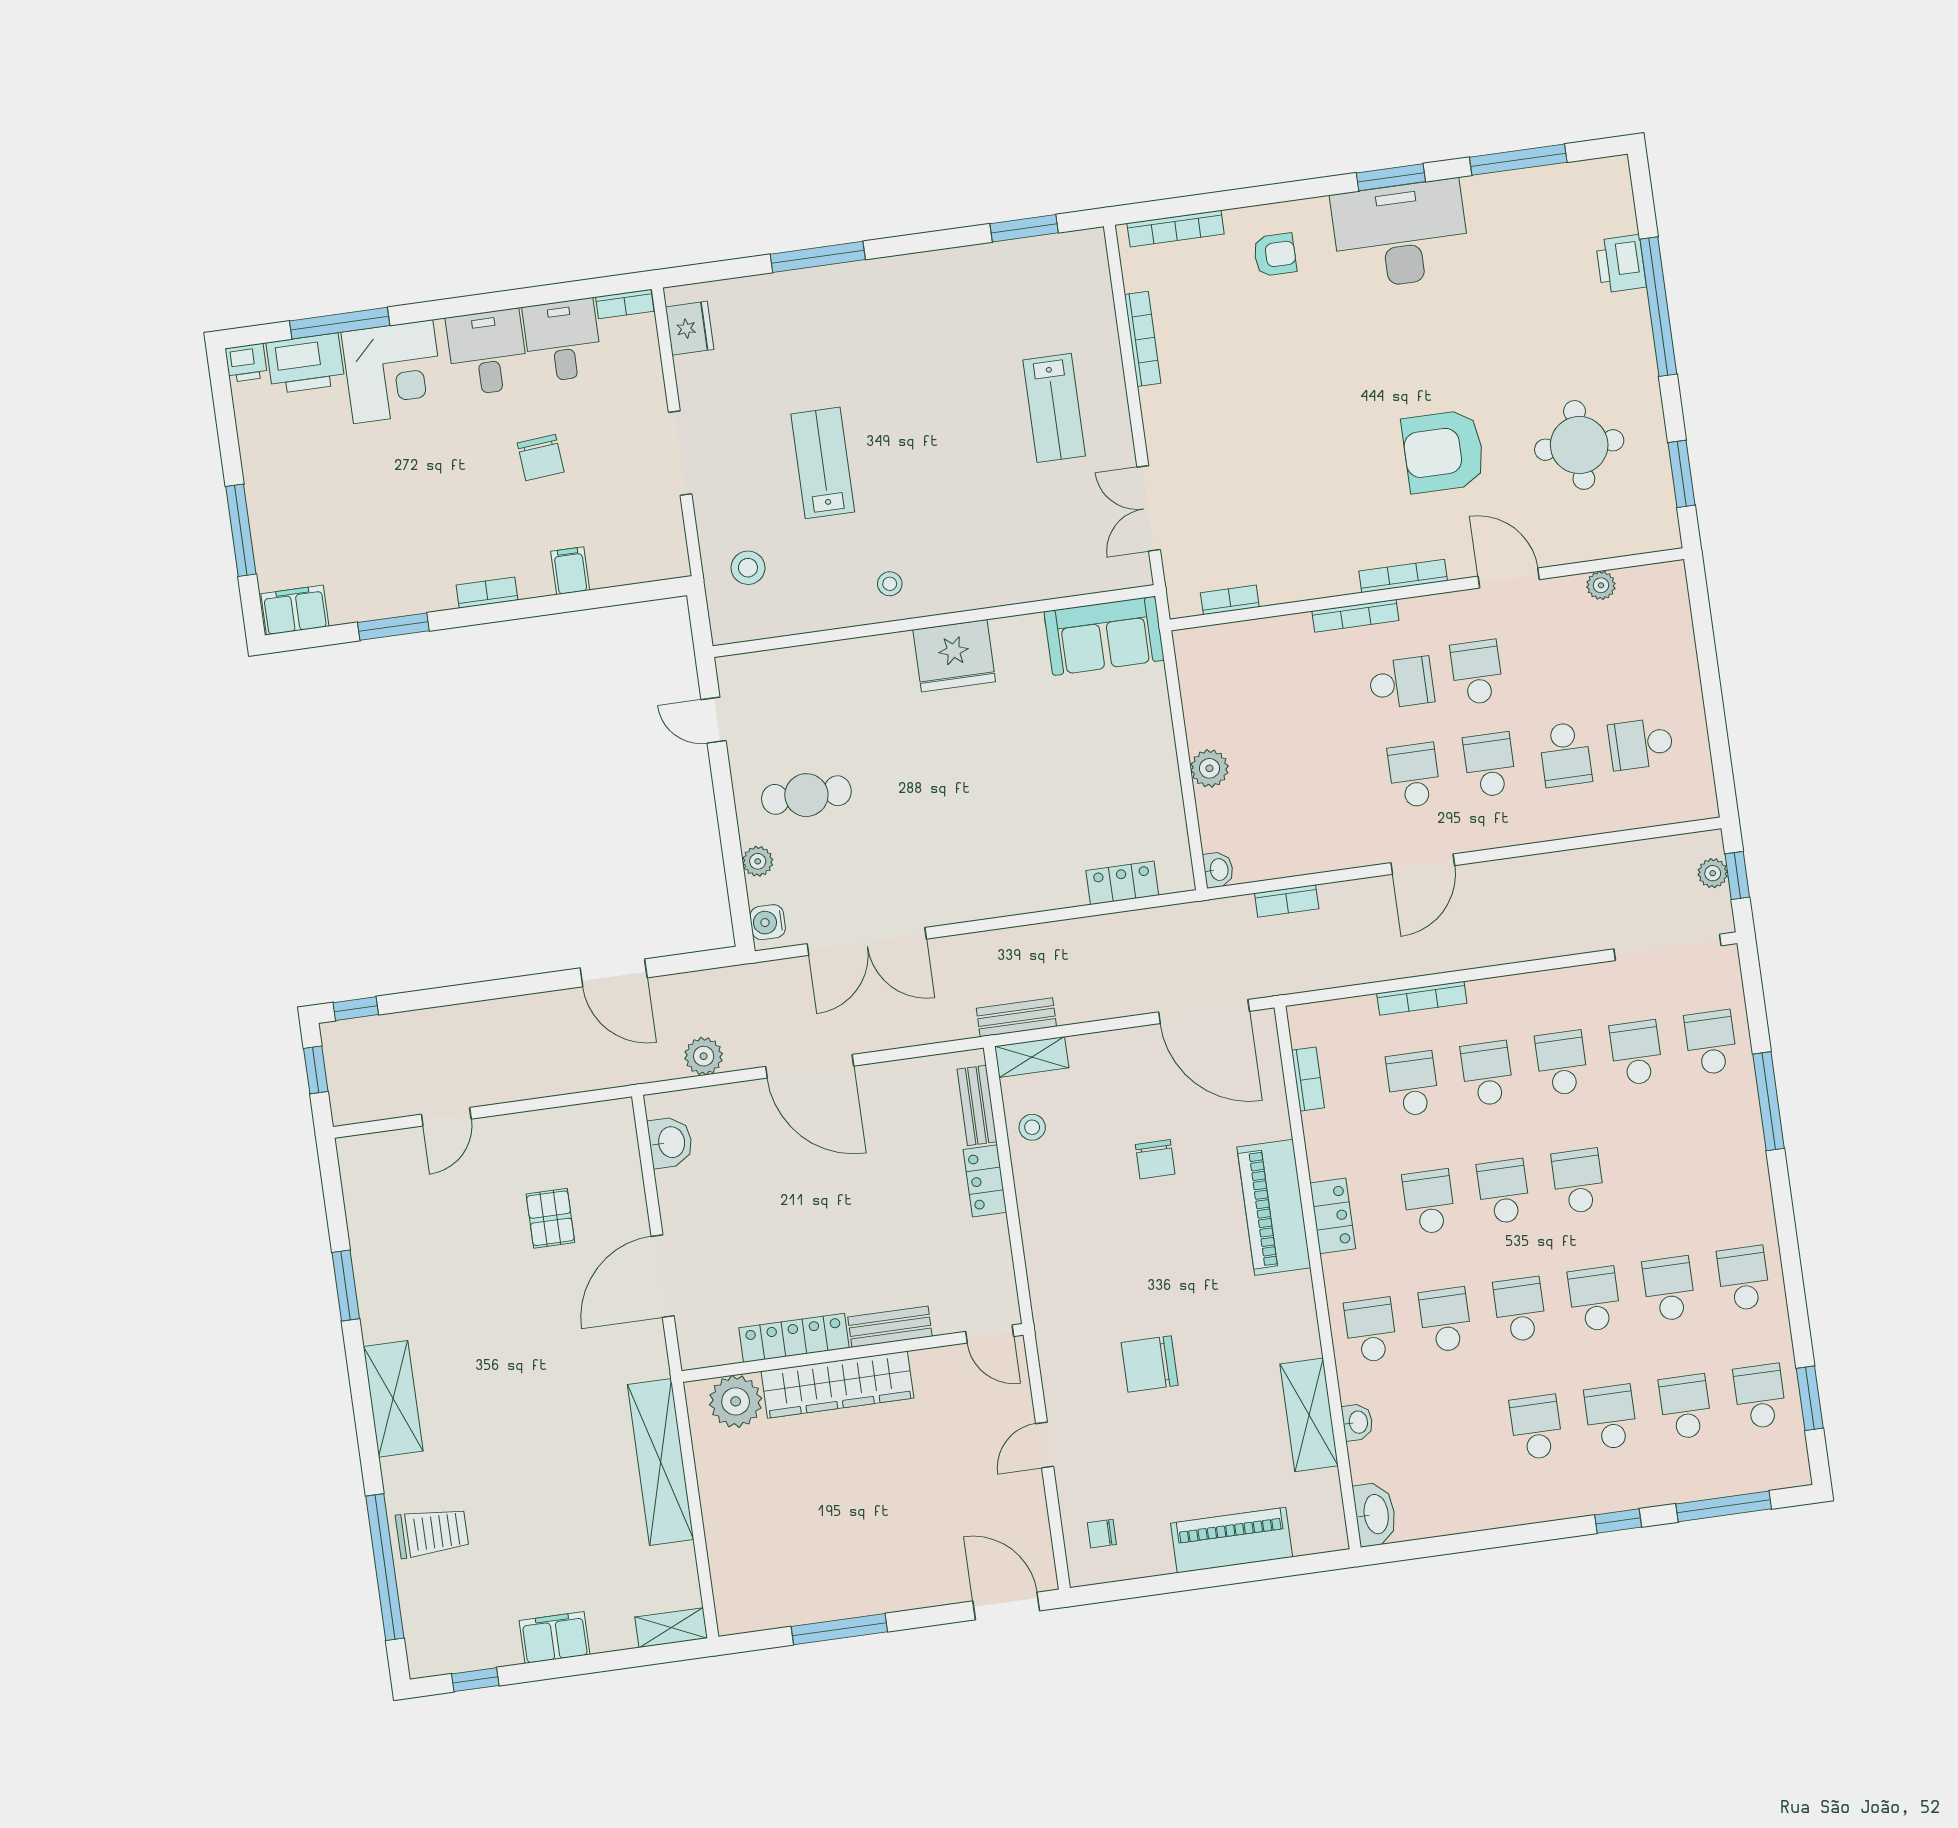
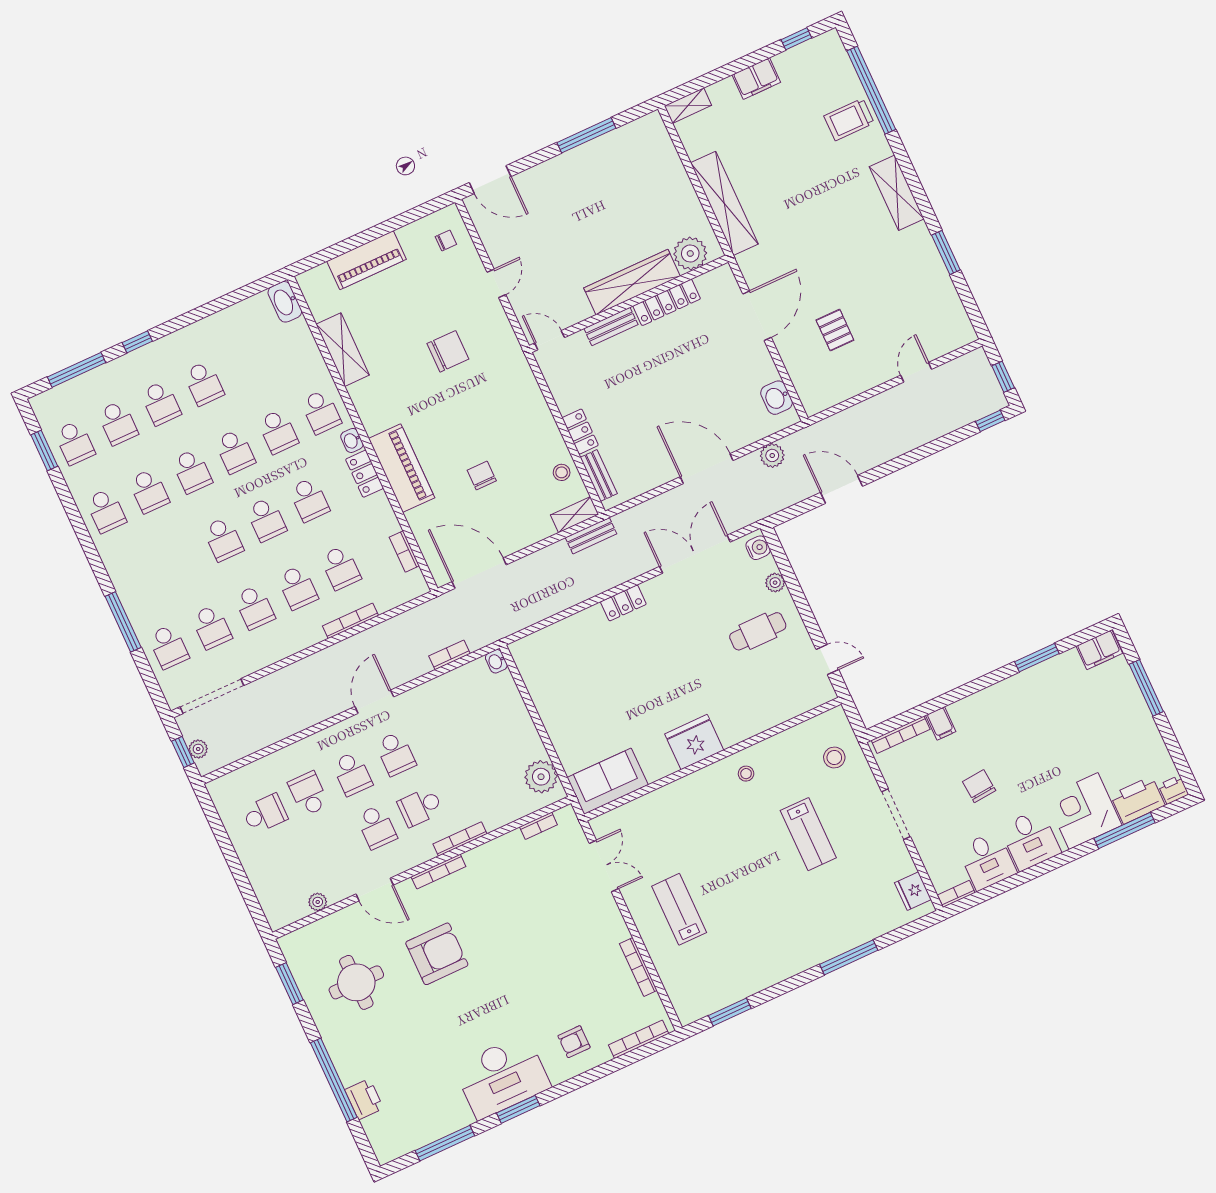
bookcase: (487, 593) -> (901, 735), moved, width x1.56
plant: (1209, 768) -> (541, 777), moved, width x1.36, depth x1.36
locker: (1122, 883) -> (623, 603), moved
washbasin: (1358, 1422) -> (352, 440), moved

